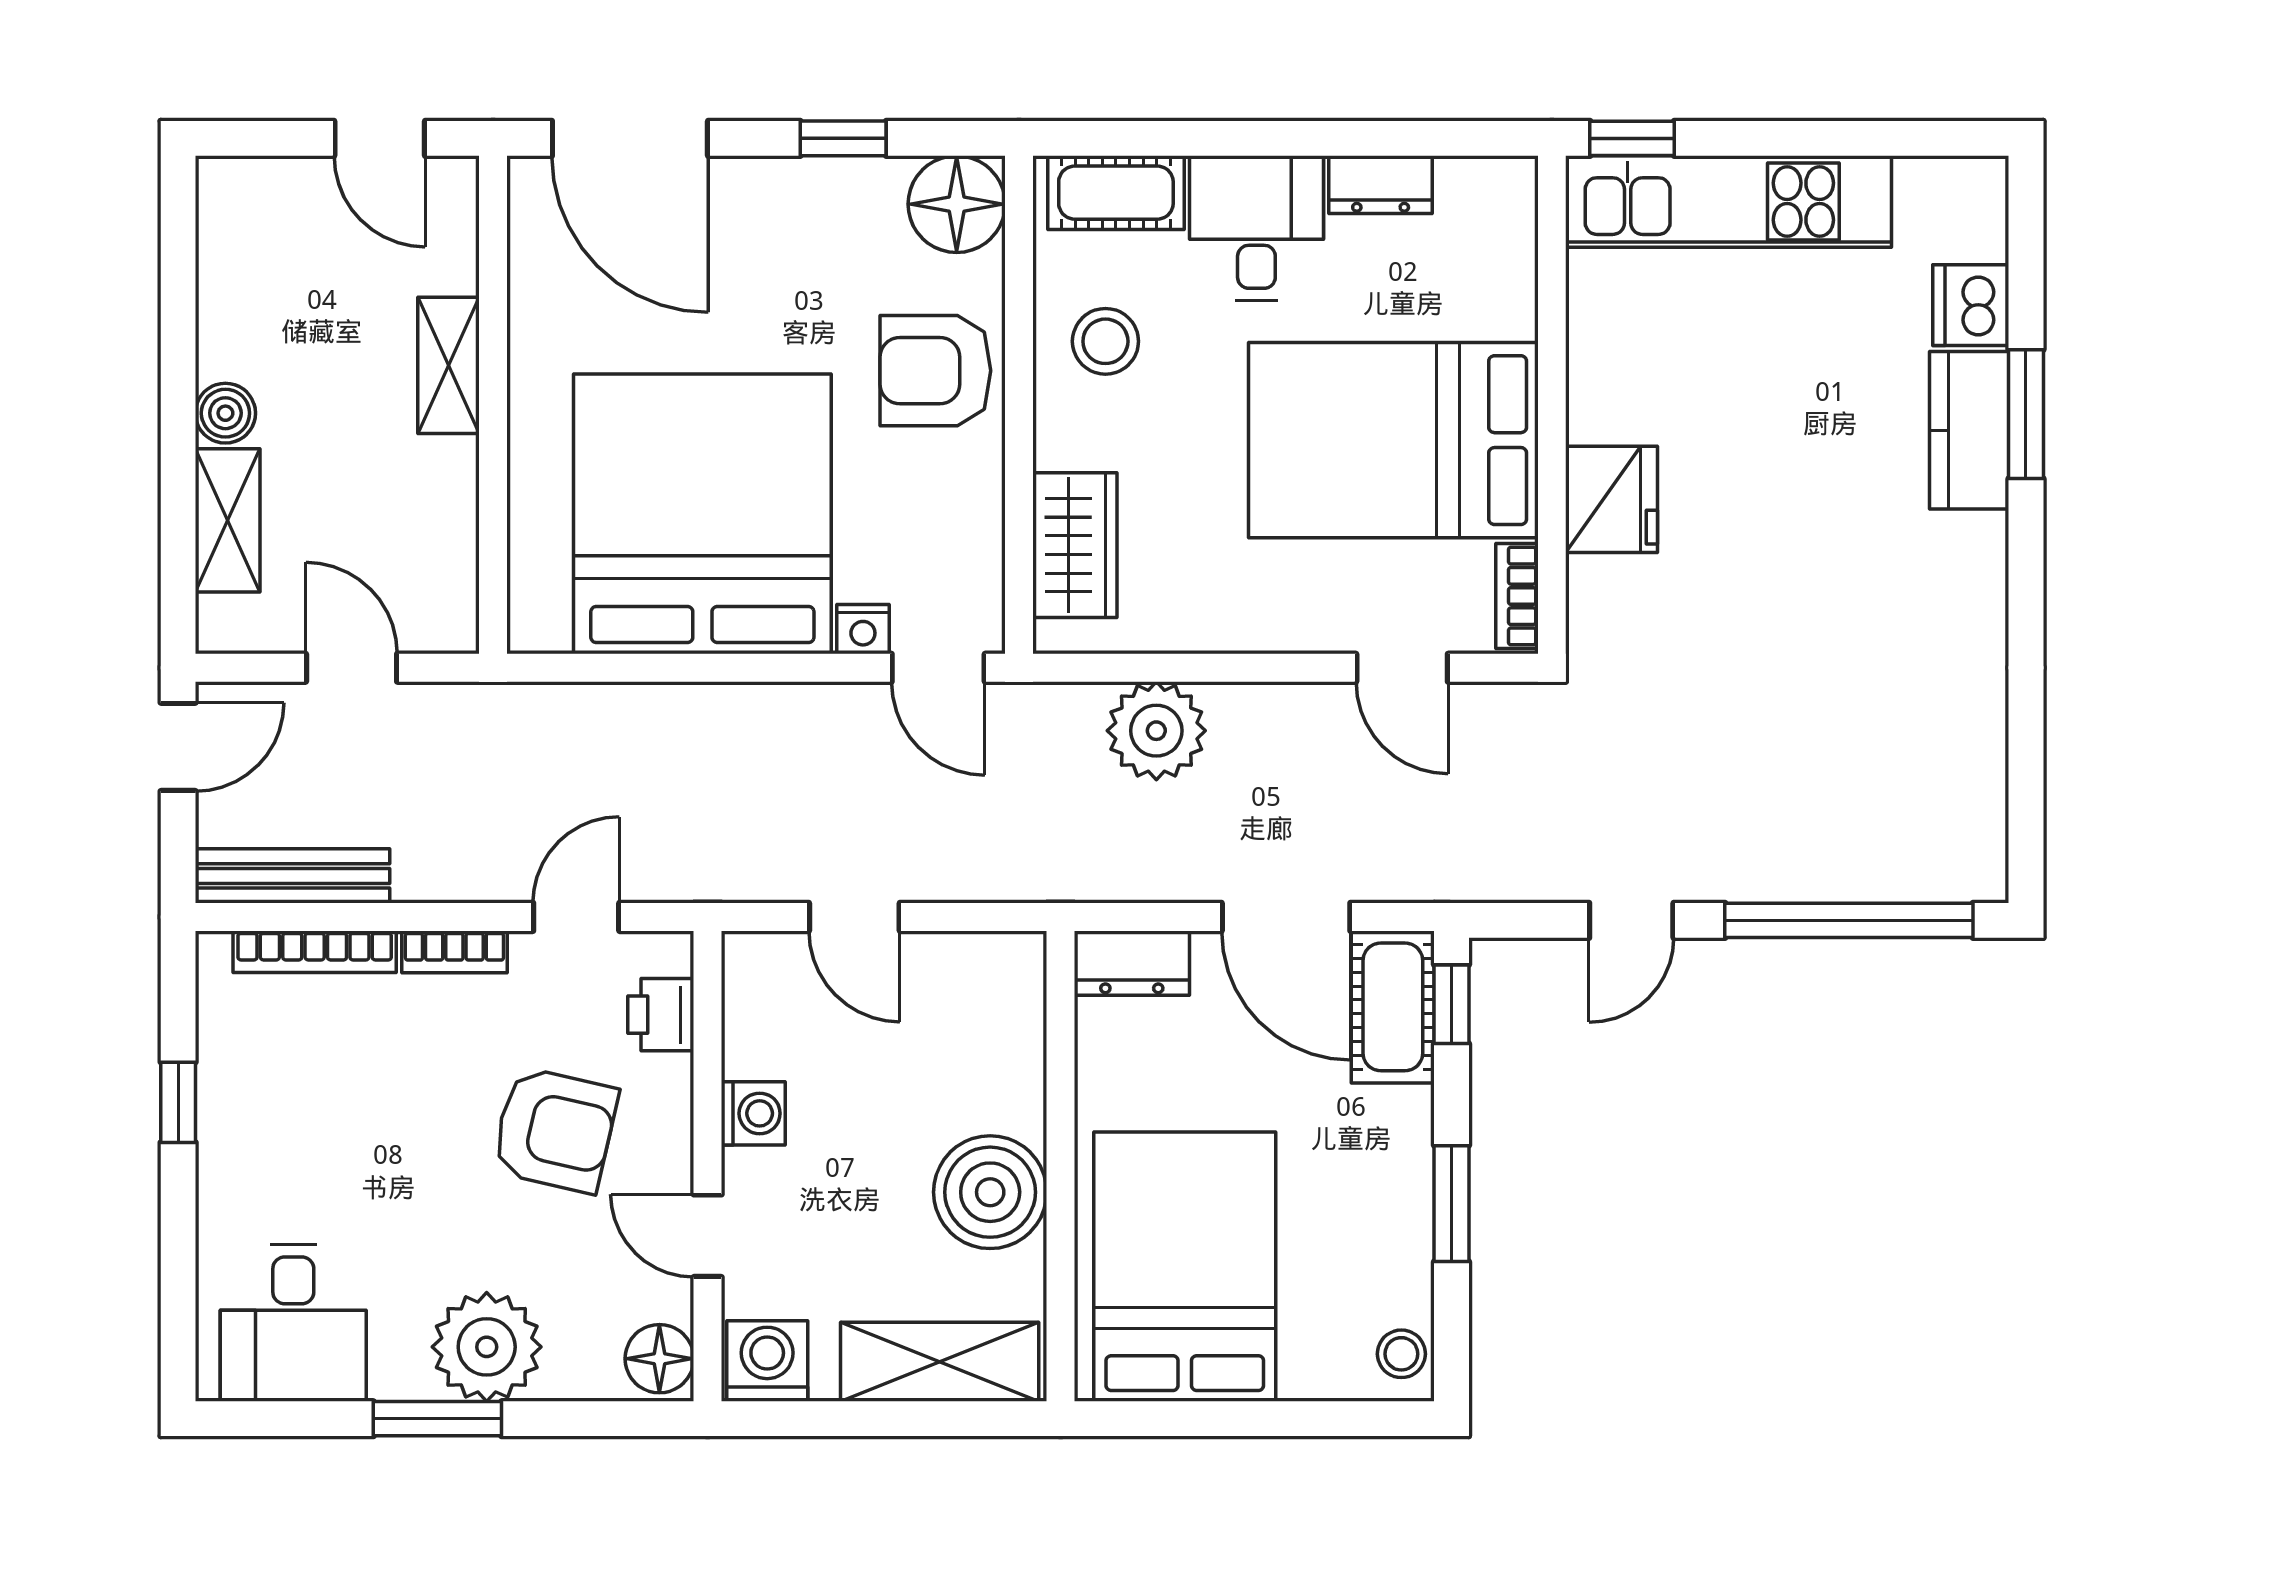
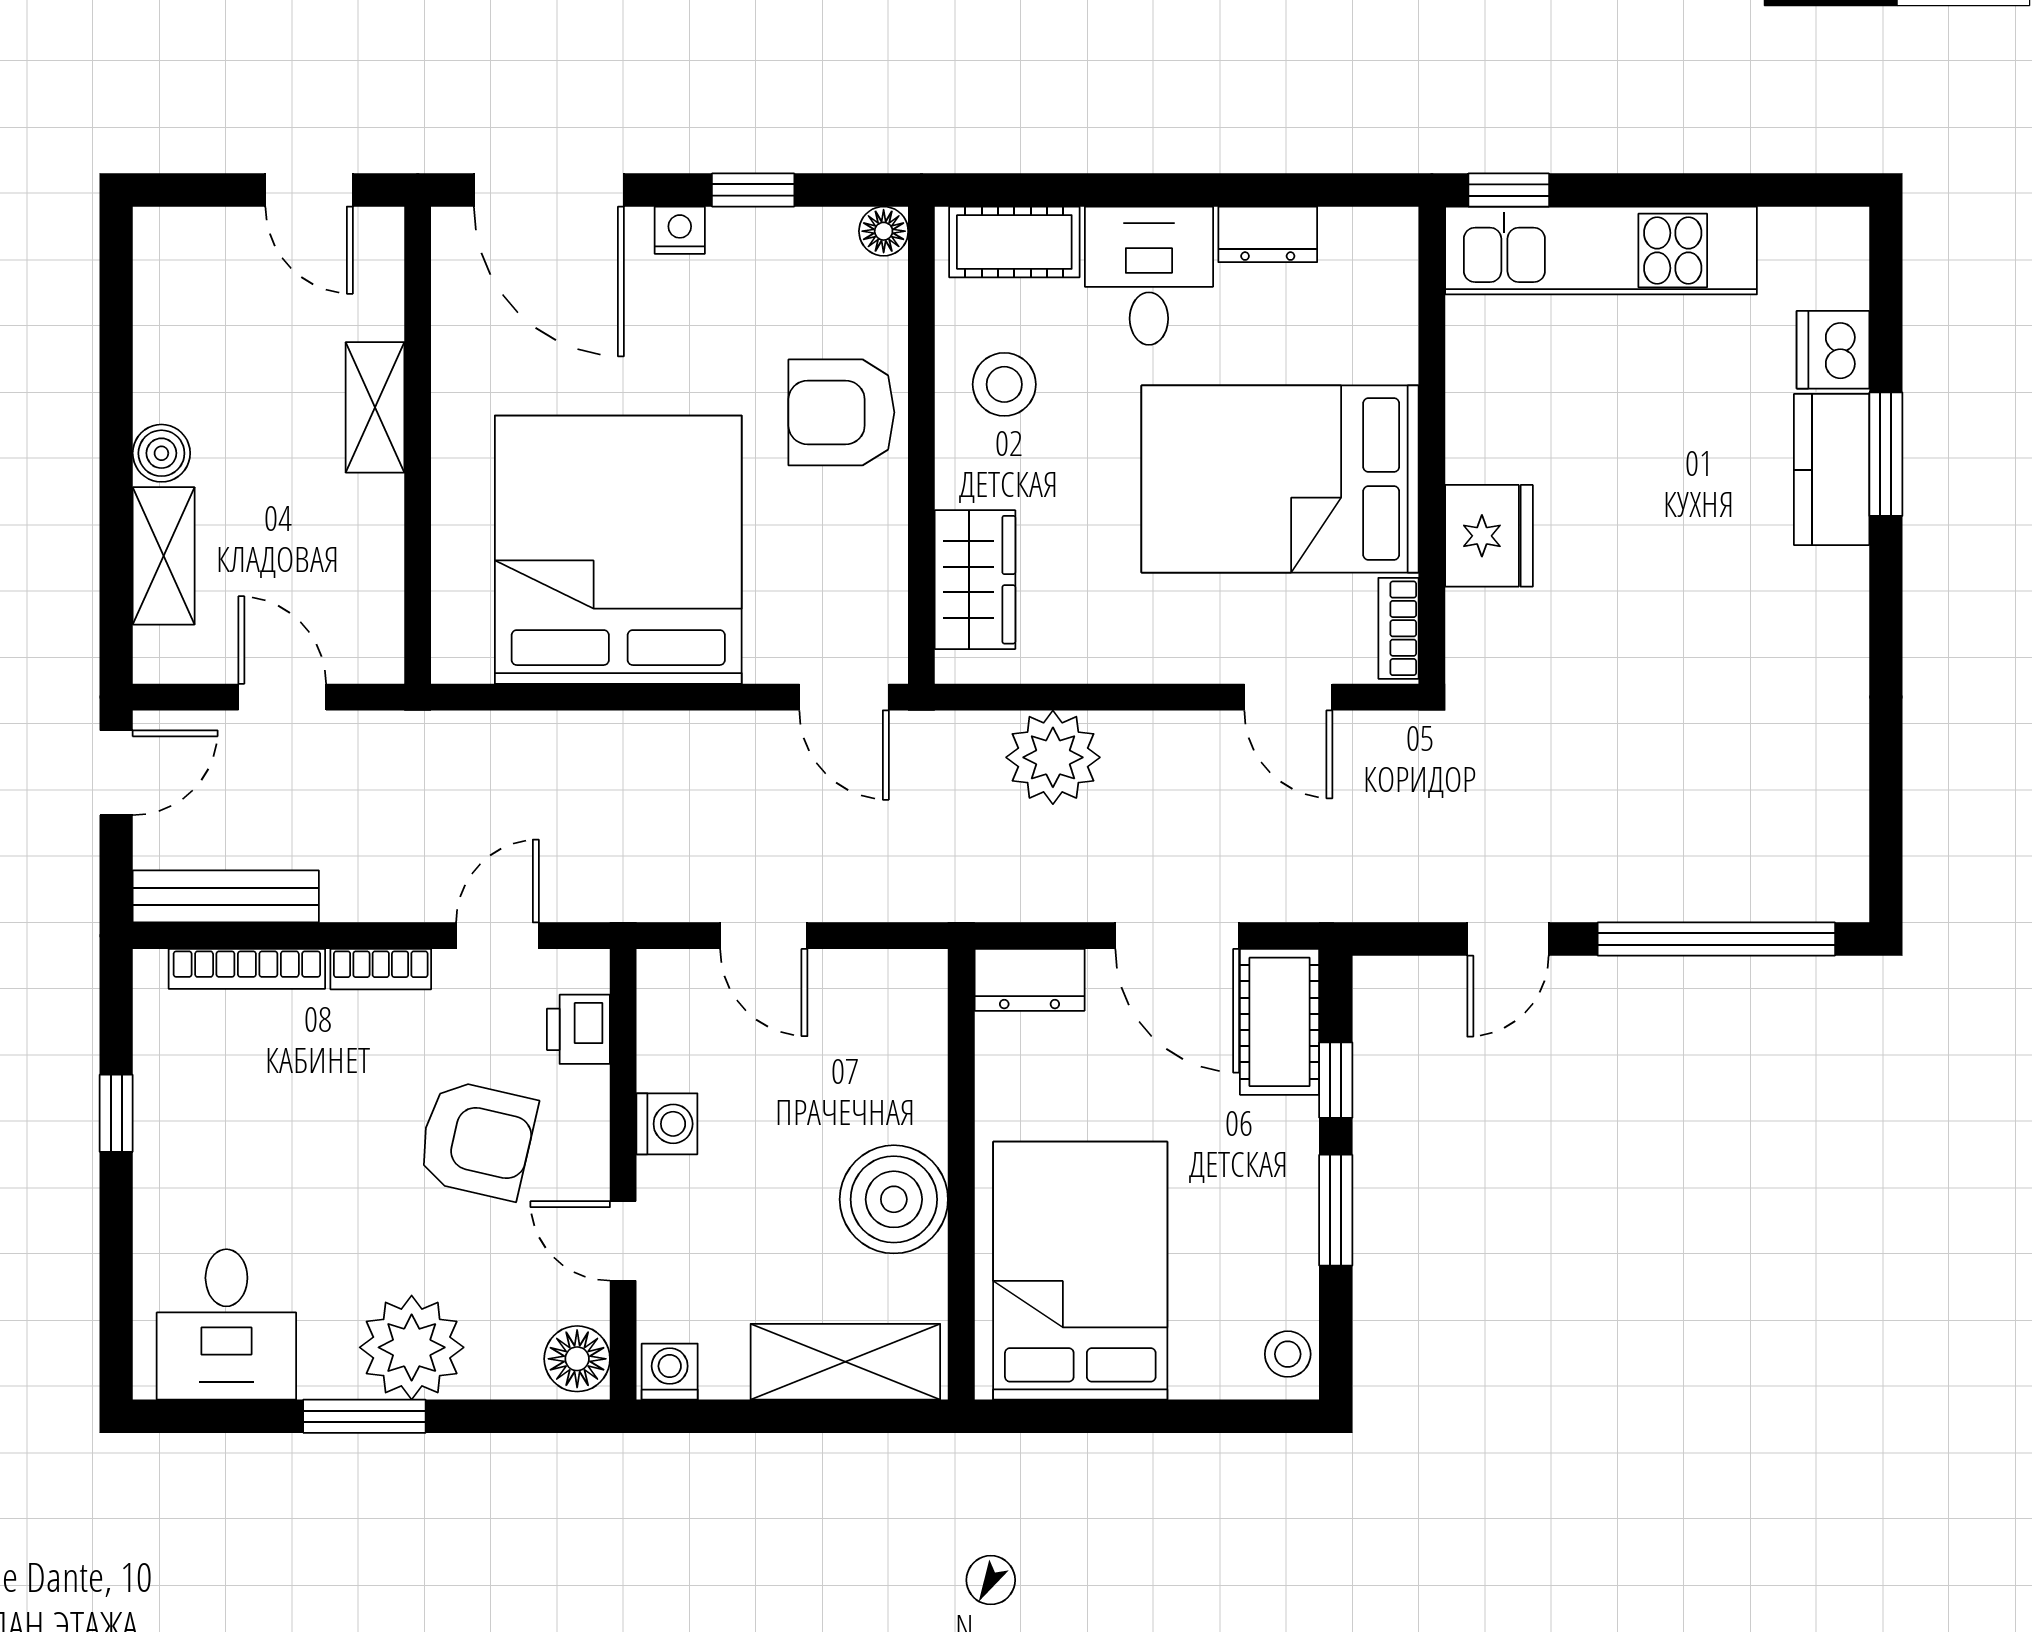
floor lamp: (957, 204) -> (884, 231), width x0.53, depth x0.53
nightstand: (863, 629) -> (680, 230), moved, turned 180
window: (1452, 1004) -> (1336, 1080), moved
washing machine: (767, 1361) -> (670, 1372), width x0.73, depth x0.73

